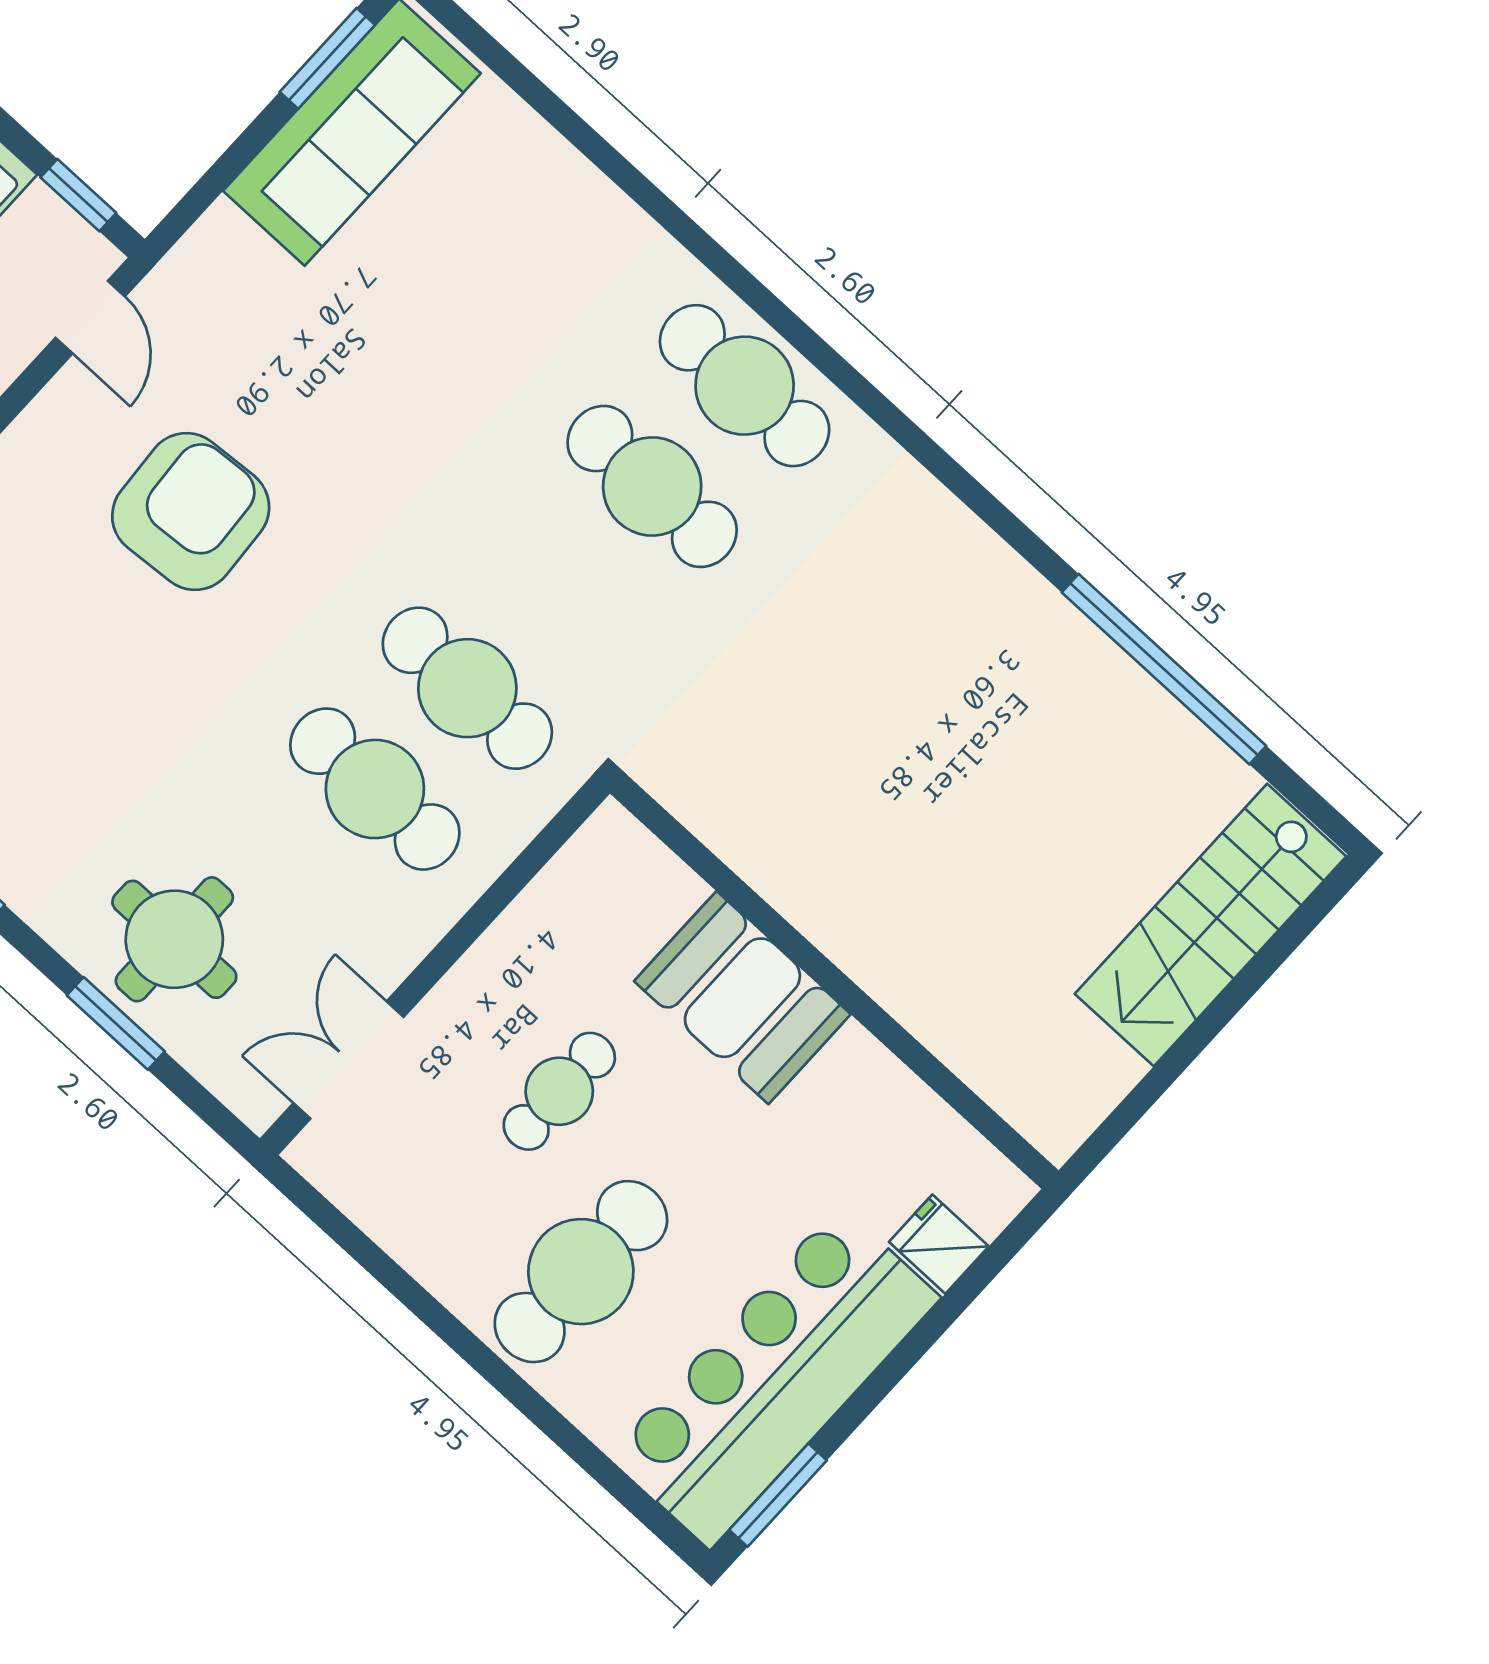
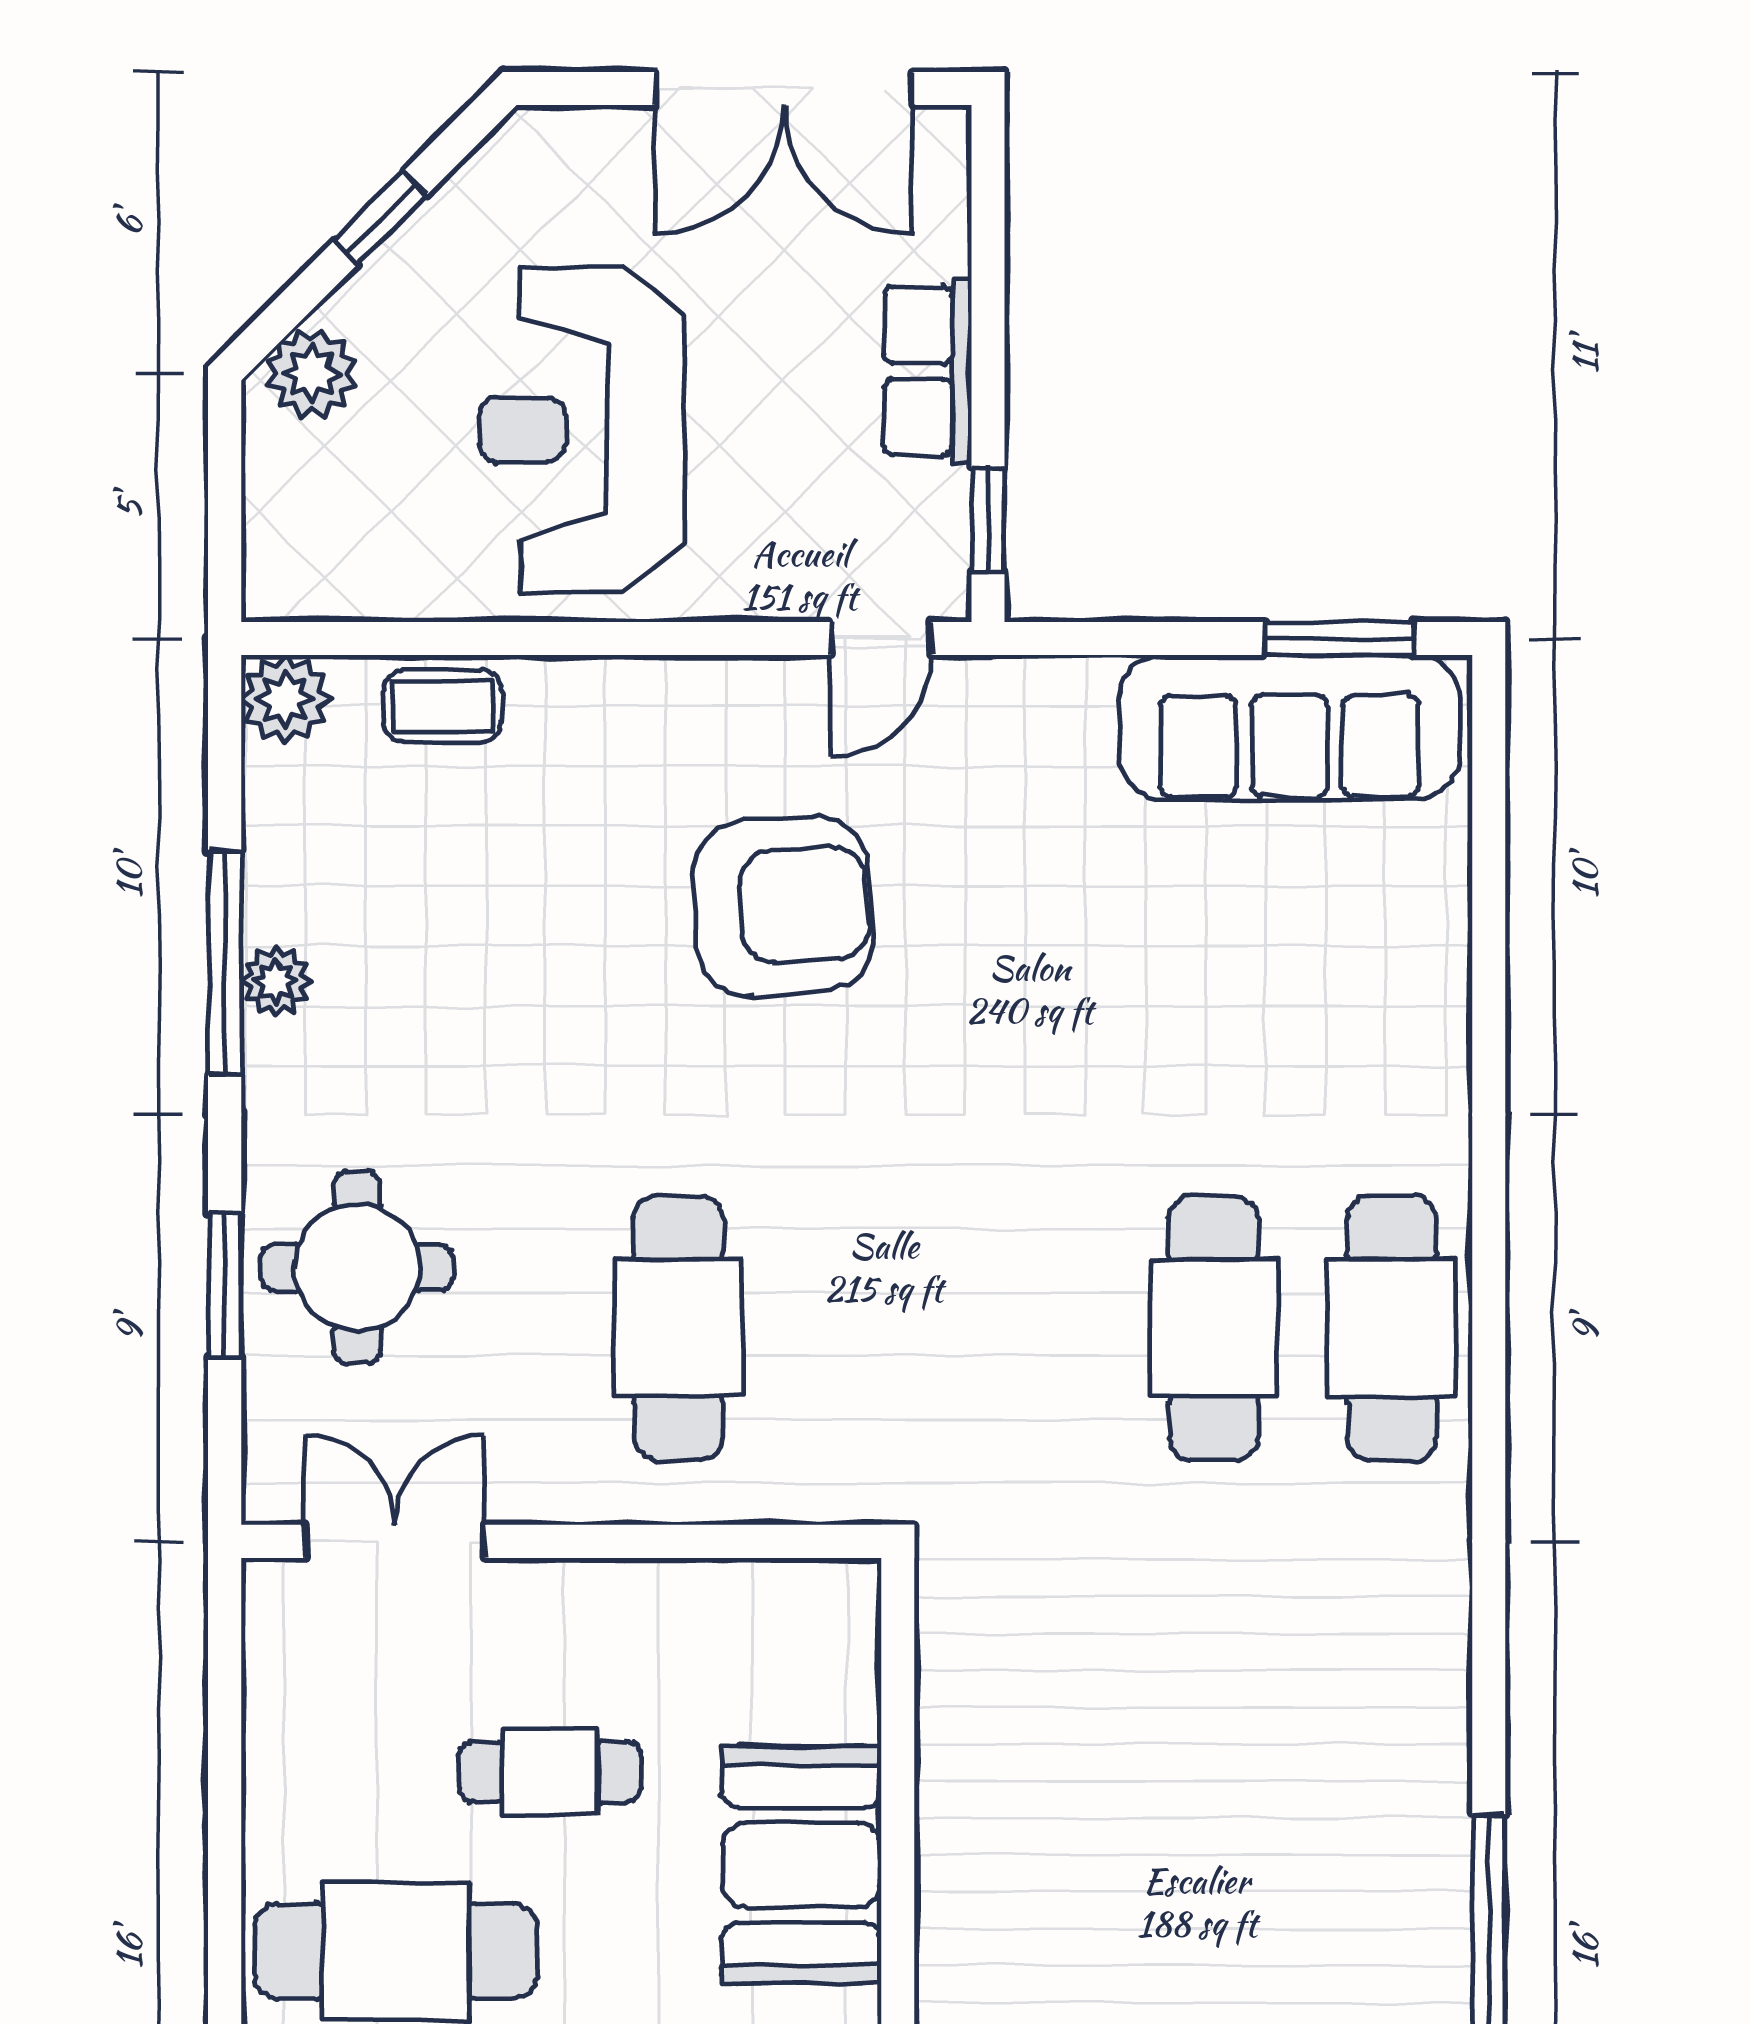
cafe table: (467, 688) -> (857, 1328), removed

